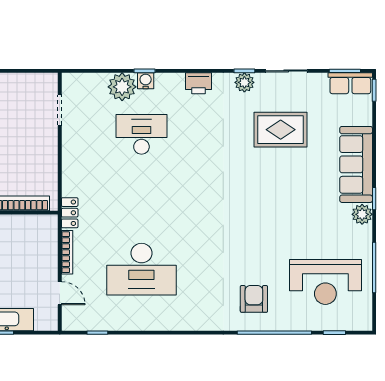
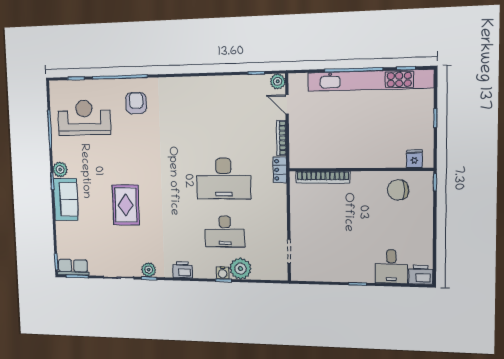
rug: (281, 130) -> (126, 205), moved, turned 90
sofa: (356, 164) -> (66, 199), width x0.73
desk: (141, 269) -> (224, 179), moved, turned 180
armchair: (254, 299) -> (136, 103), turned 180
plant: (71, 321) -> (278, 81), added

